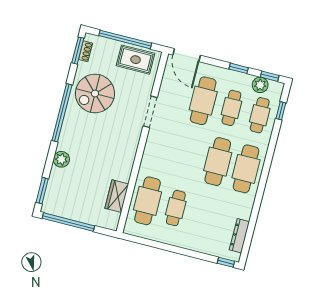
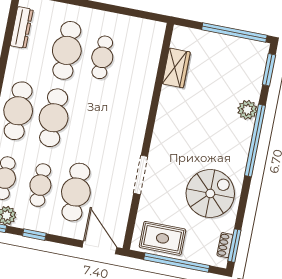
window: (62, 113) -> (255, 141), moved
cafe table: (148, 201) -> (67, 50), moved

